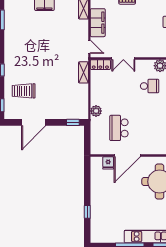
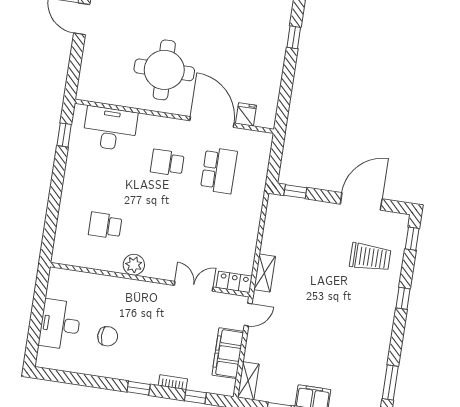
door: (89, 47) -> (248, 315), swing flipped
school desk: (150, 86) -> (167, 163), moved
plant: (96, 111) -> (253, 205), removed
door: (127, 155) -> (212, 122), hinge flipped

